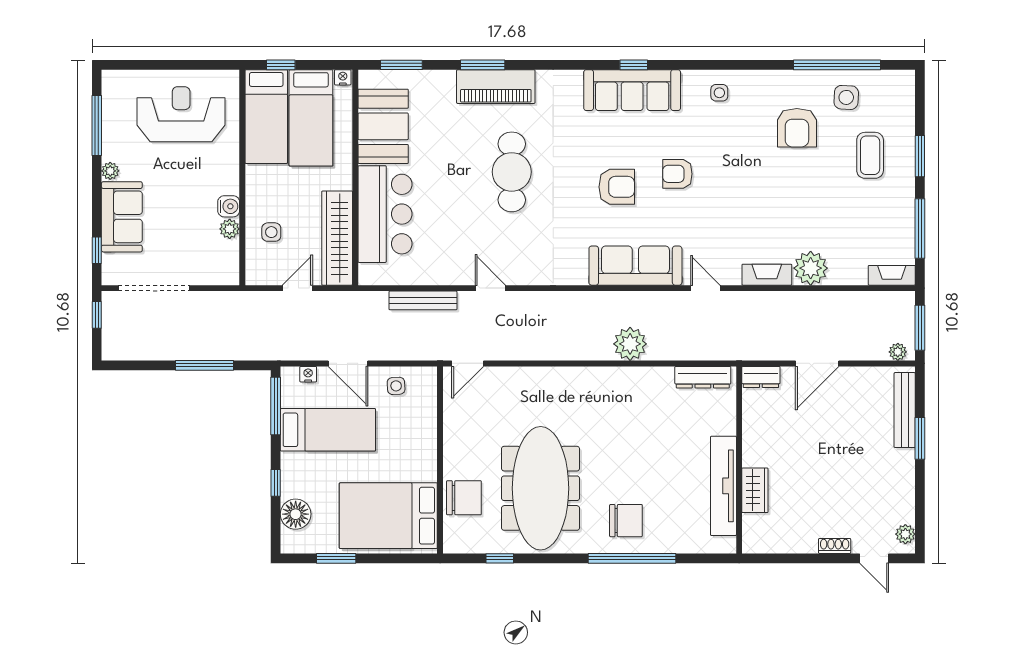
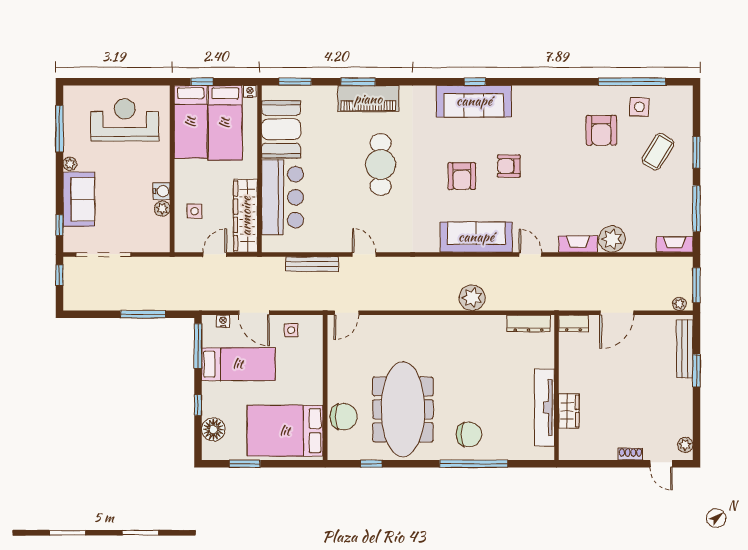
side table: (719, 93) -> (541, 103), removed
coffee table: (870, 155) -> (658, 152), turned 31
armchair: (617, 187) -> (462, 176), turned 90

